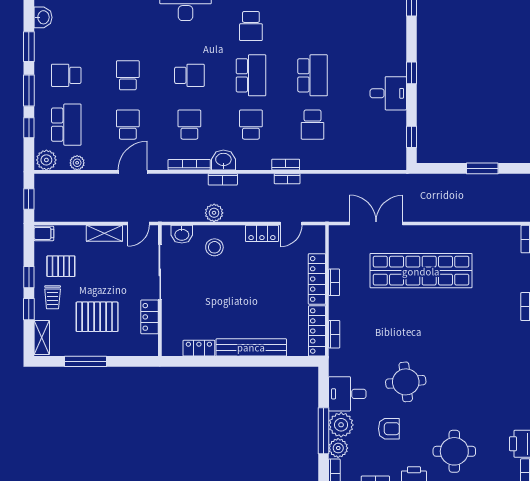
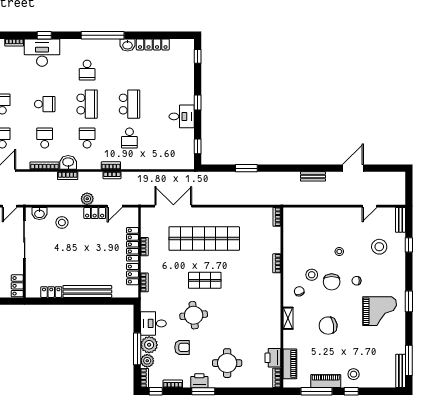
plant: (214, 213) -> (87, 199), moved
locker: (150, 317) -> (17, 286), moved
locker: (317, 331) -> (133, 274), width x0.66
shop shelf: (422, 331) -> (205, 280), added

